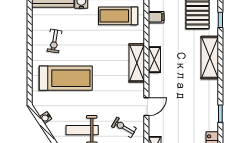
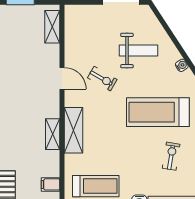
door: (146, 107) -> (62, 78), swing flipped
exercise bike: (124, 127) -> (102, 79), moved

